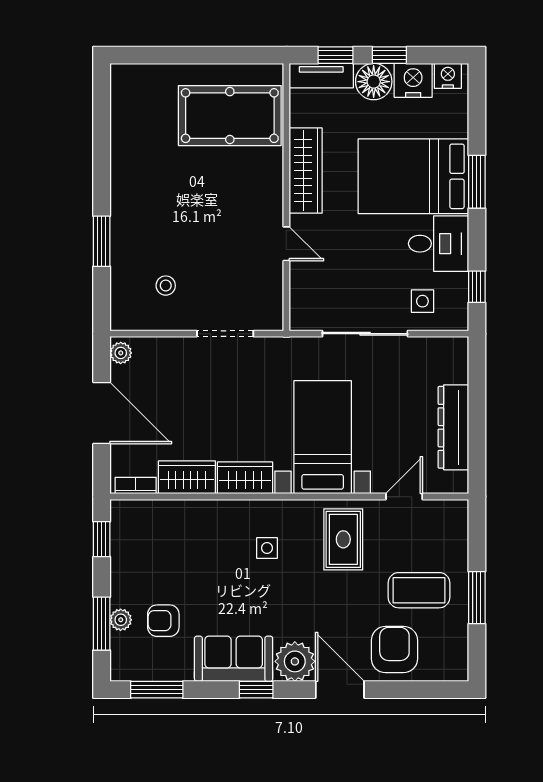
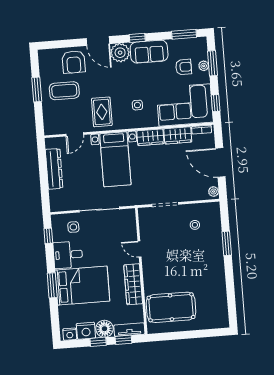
corner sofa: (167, 540) -> (185, 105), added

